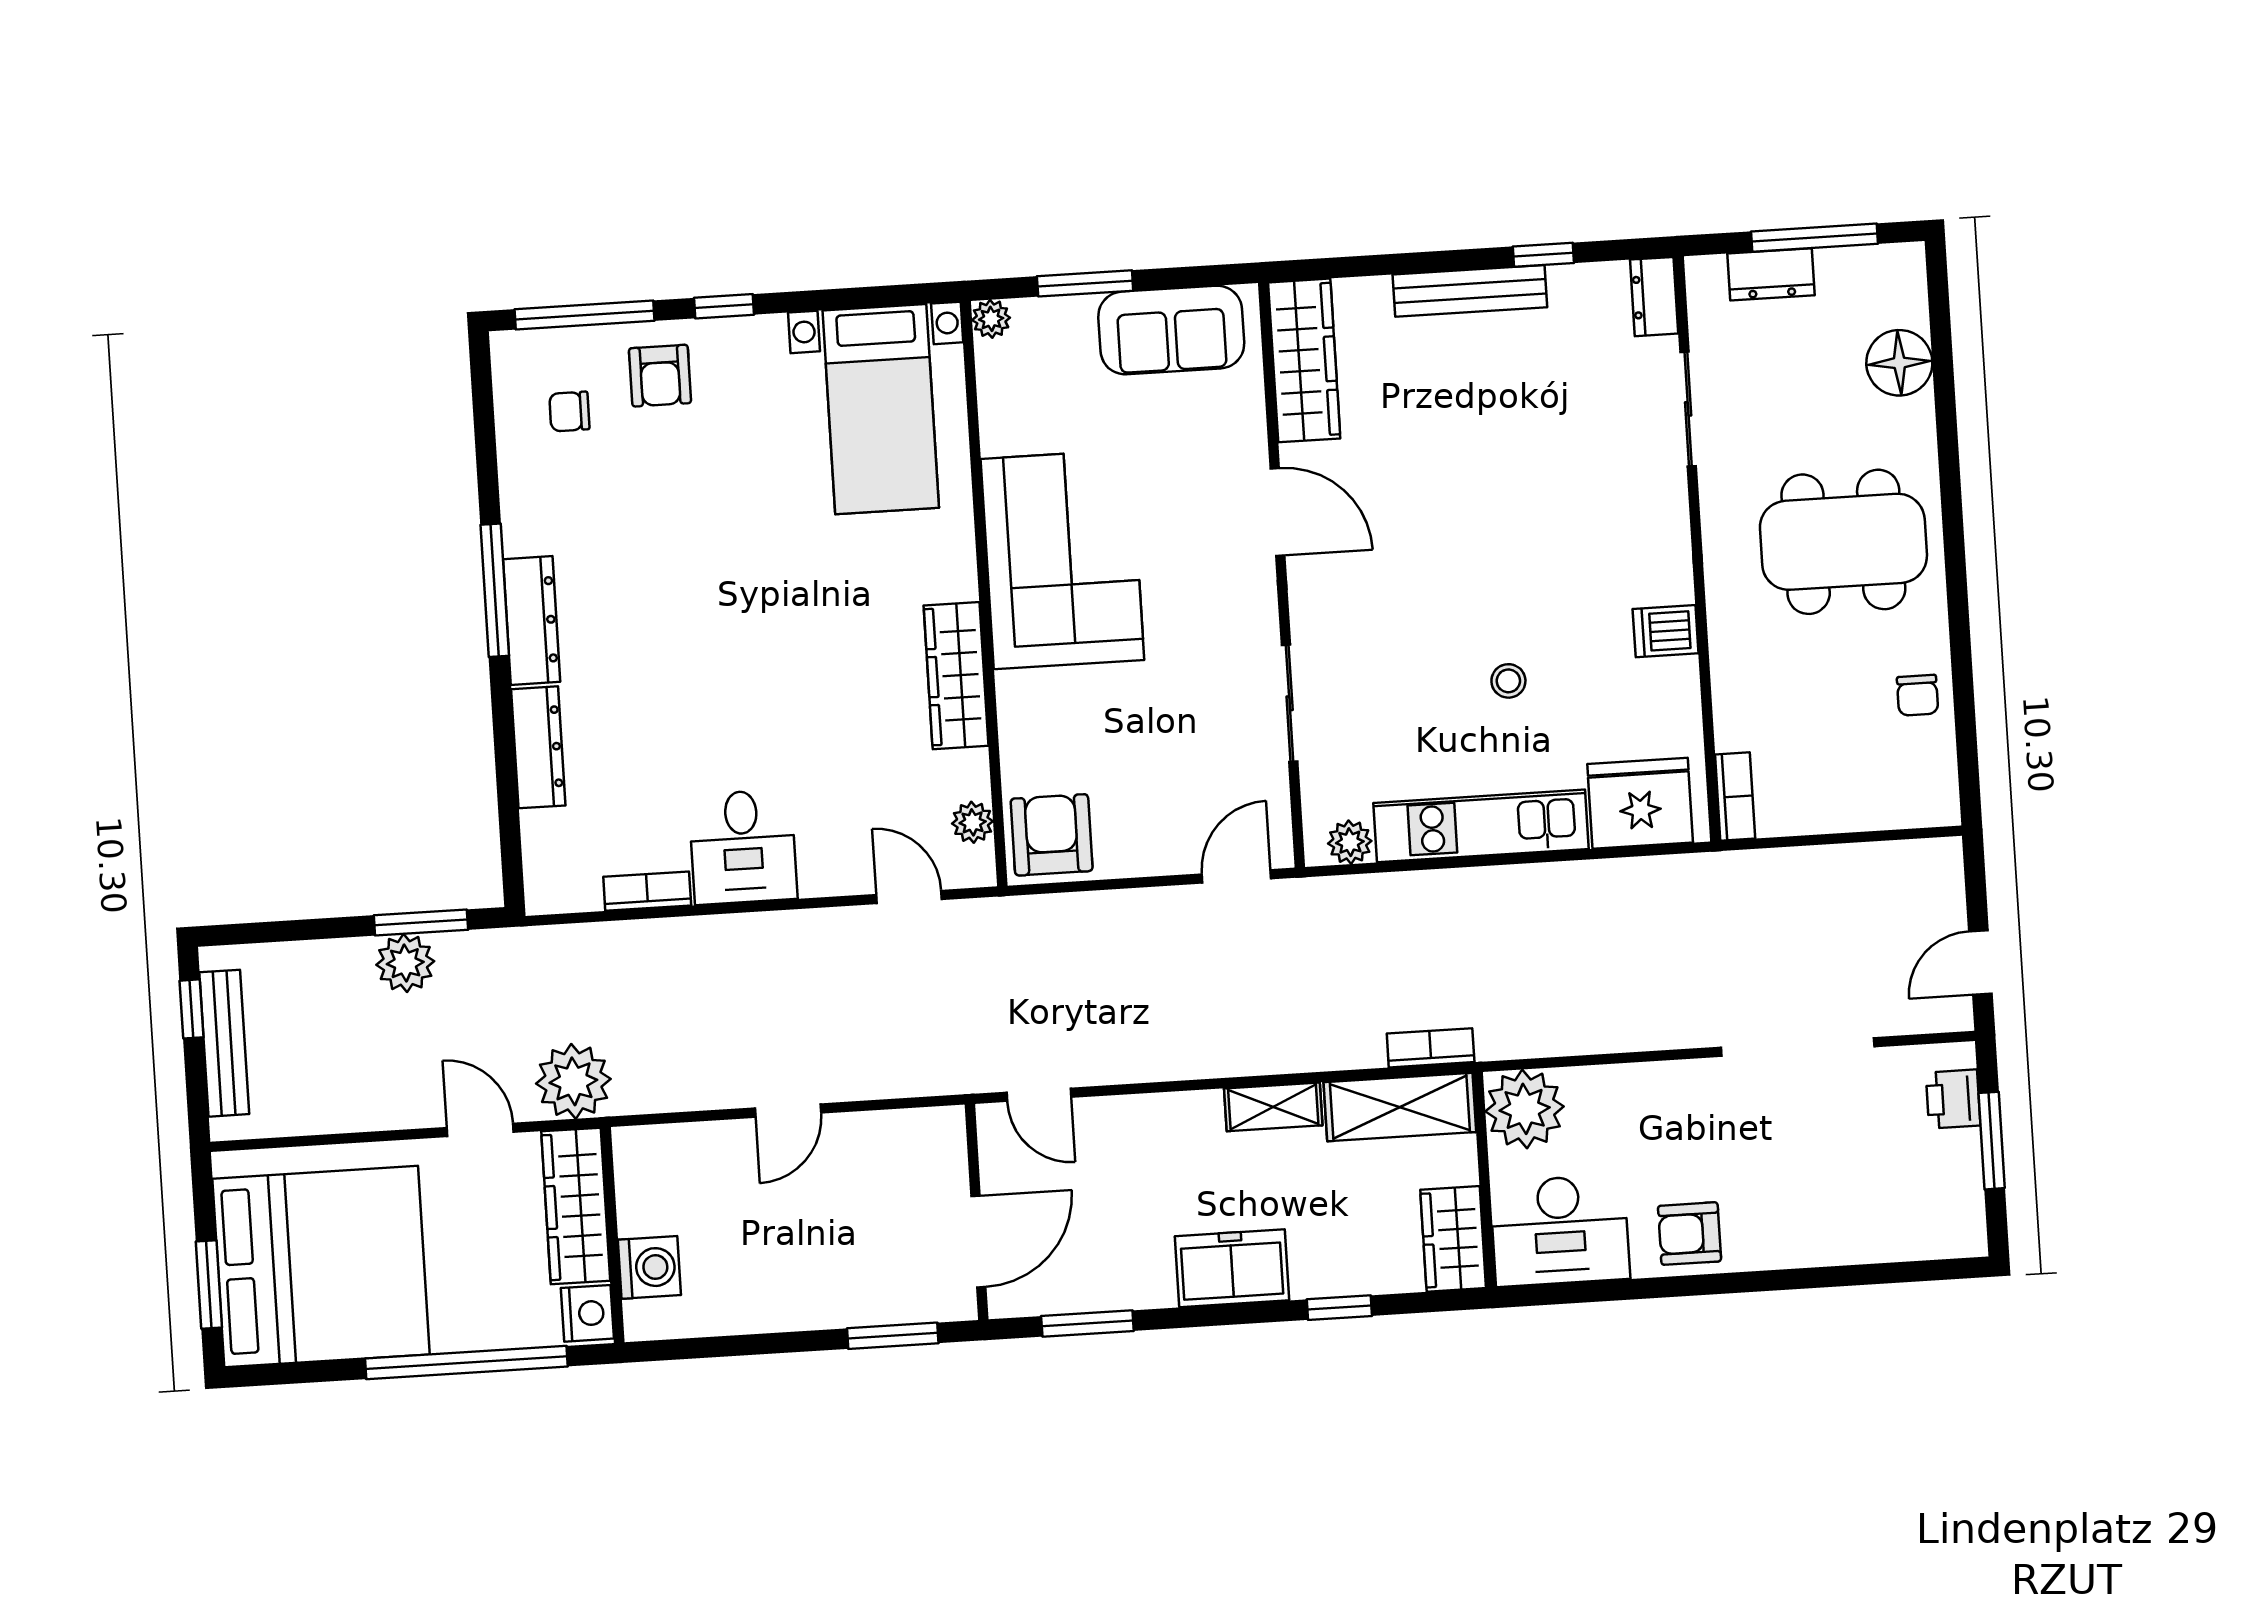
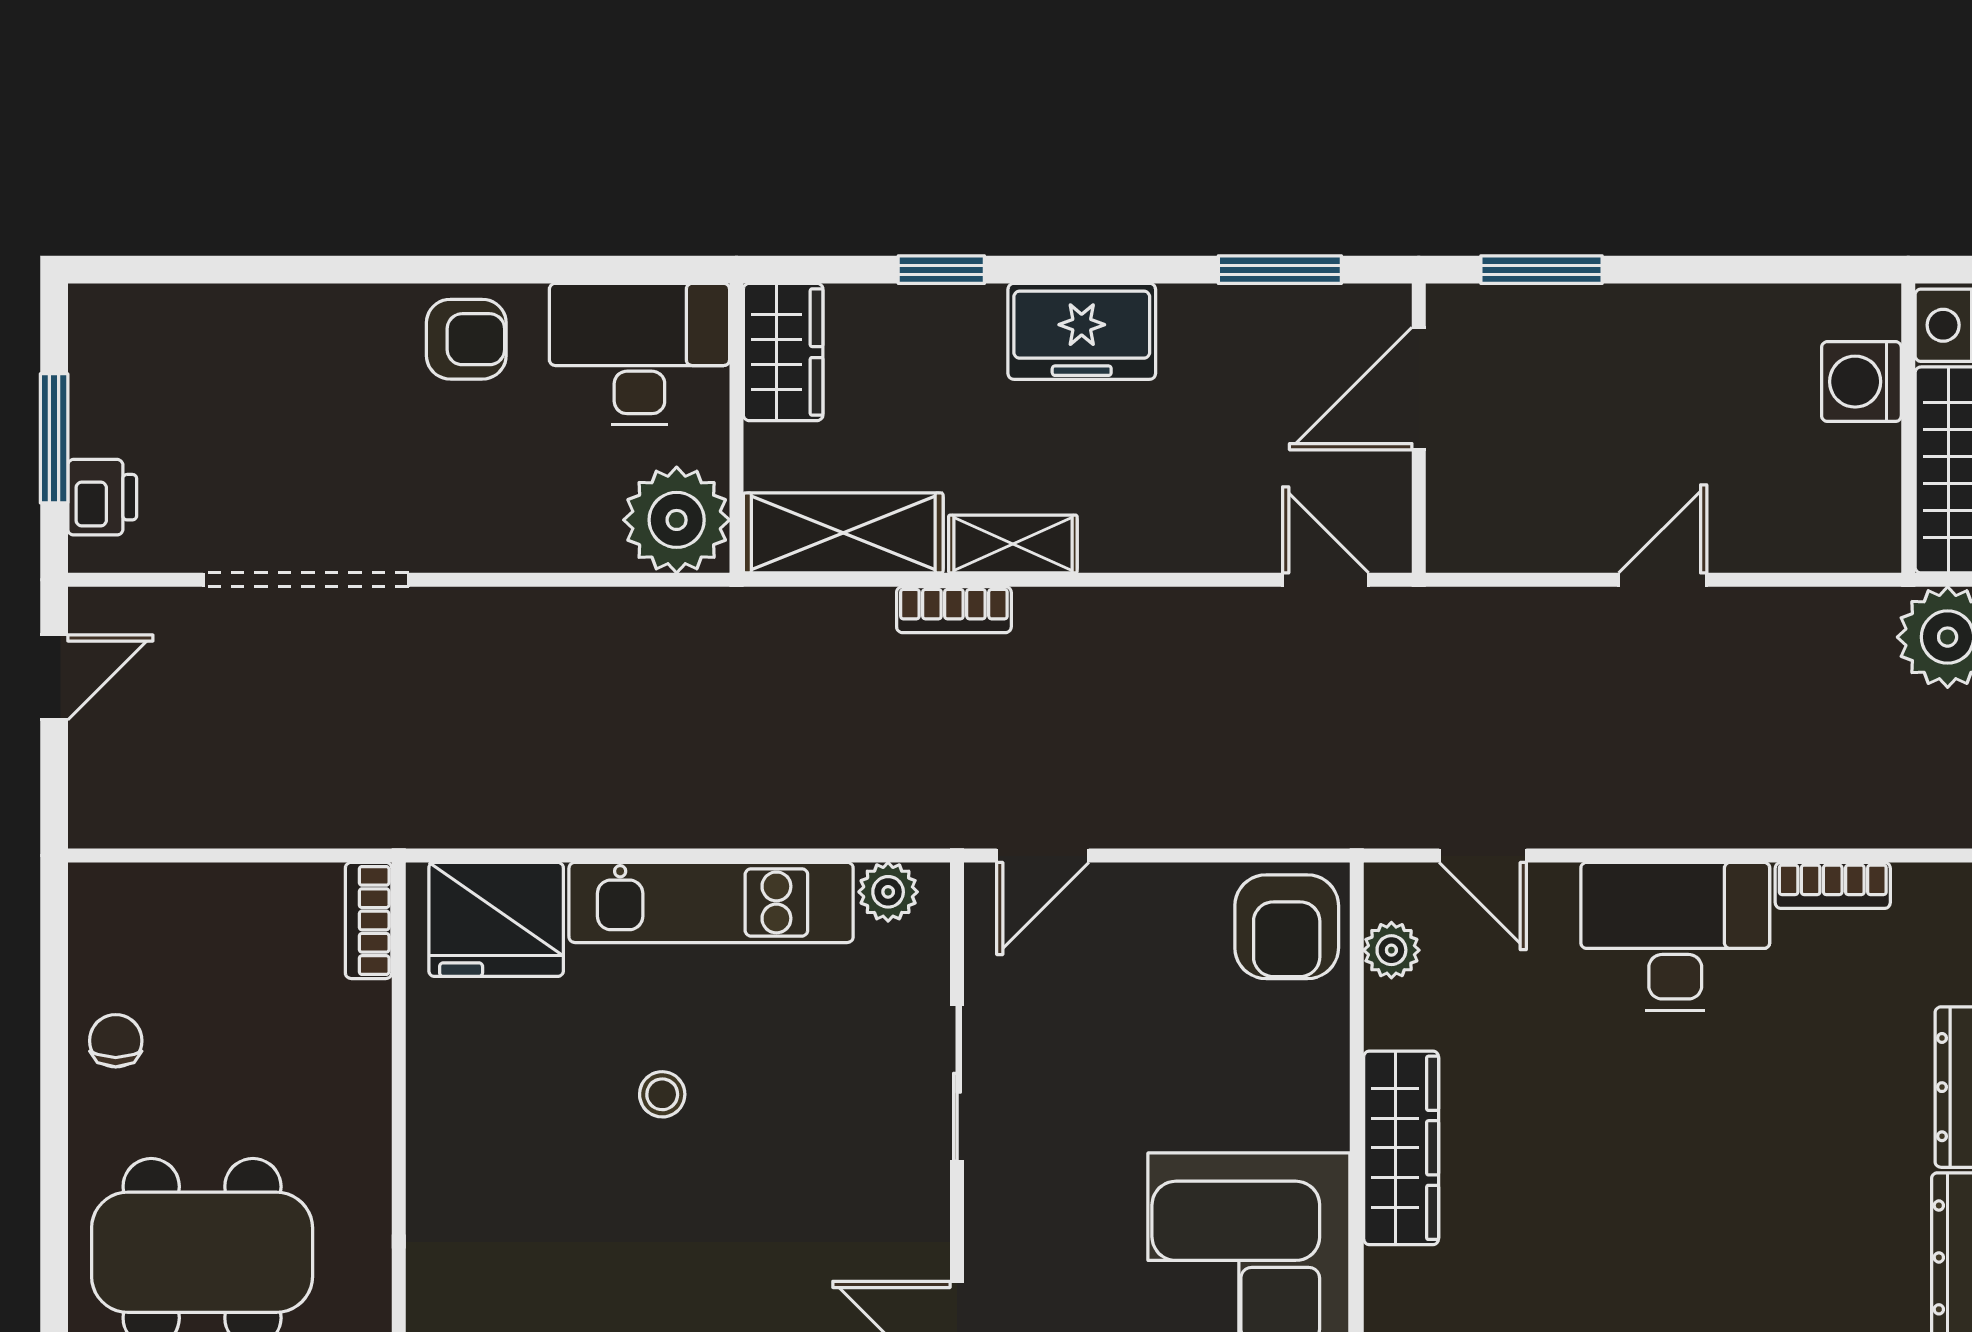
dishwasher: (1666, 631) -> (448, 1148), removed
desk: (743, 847) -> (1675, 937), width x1.37
bookcase: (1431, 1048) -> (954, 610), moved

